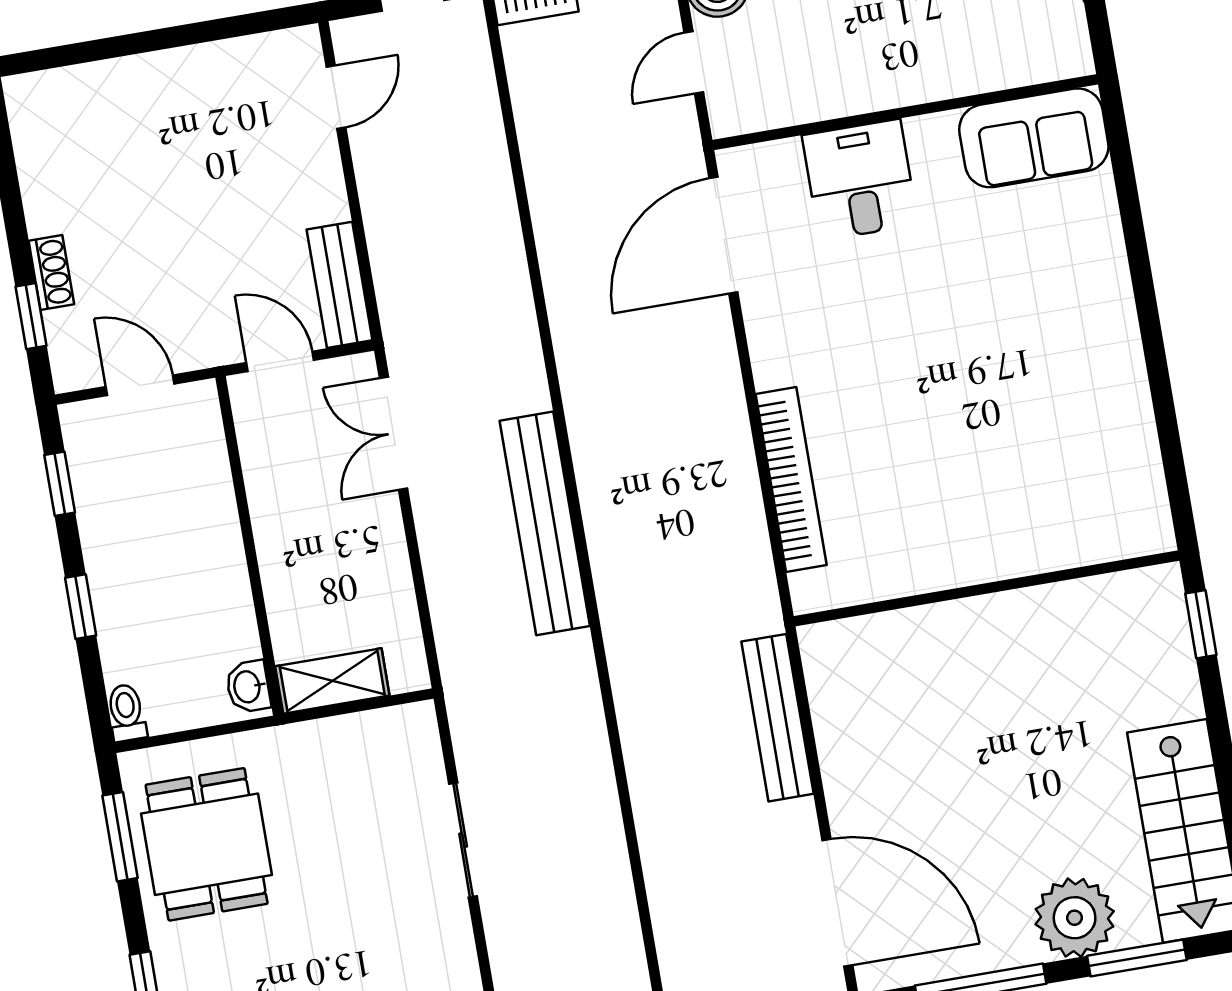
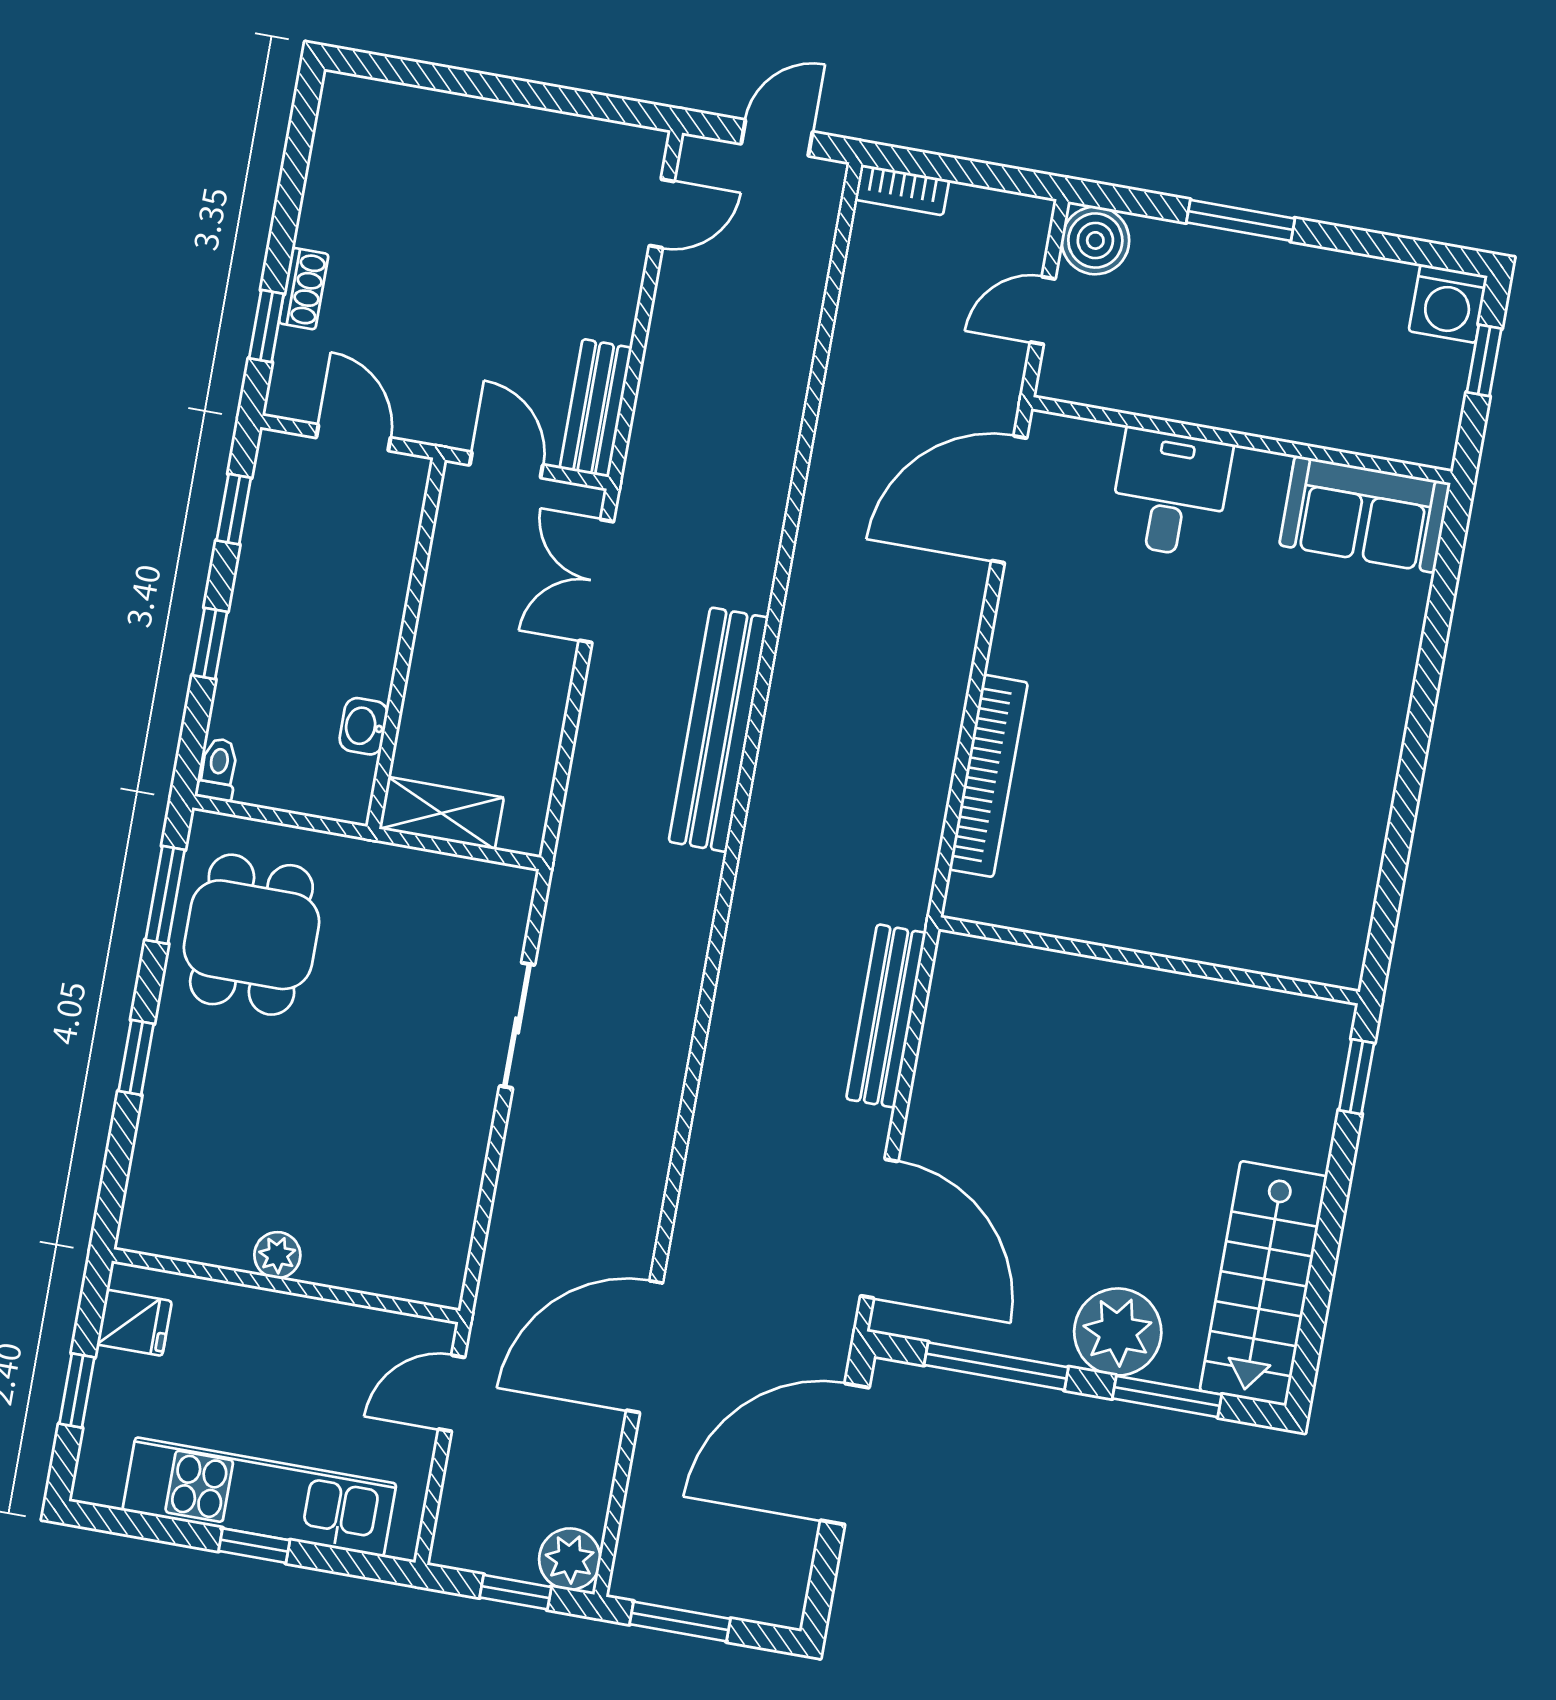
washbasin: (248, 687) -> (364, 726), moved

